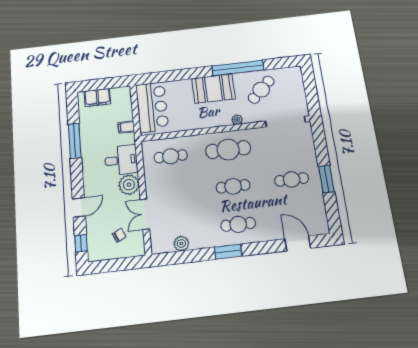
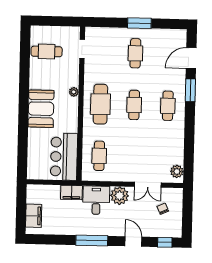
window: (238, 68) -> (24, 83), removed
cafe table: (261, 90) -> (47, 51), moved, turned -46
bar counter: (152, 107) -> (64, 157), moved, turned -90
doorway: (286, 122) -> (82, 49), width x0.53
filing cabinet: (126, 127) -> (71, 192), width x2.00
window: (75, 141) -> (92, 240), moved
plant: (181, 244) -> (177, 171), moved
window: (228, 252) -> (190, 90), moved

